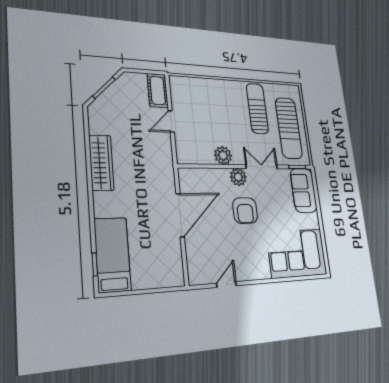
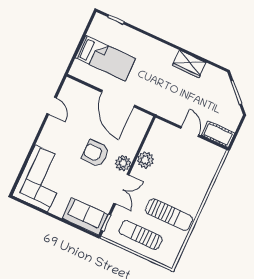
sun lounger: (289, 128) -> (141, 235), width x0.73, depth x0.75
wardrobe: (101, 163) -> (189, 64), width x0.67
bed: (113, 255) -> (105, 58), moved

